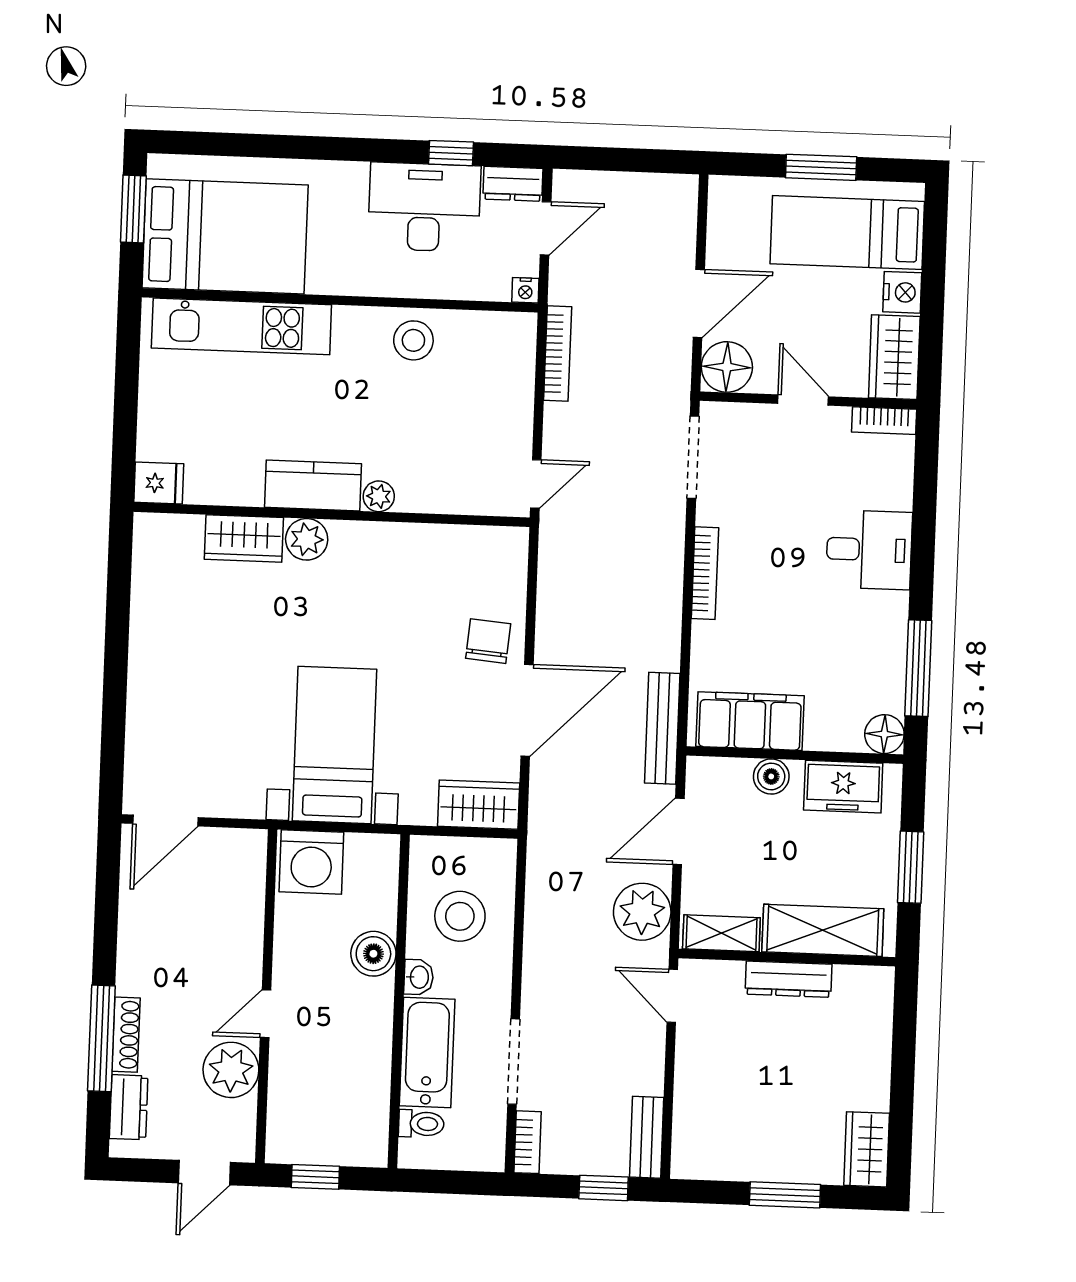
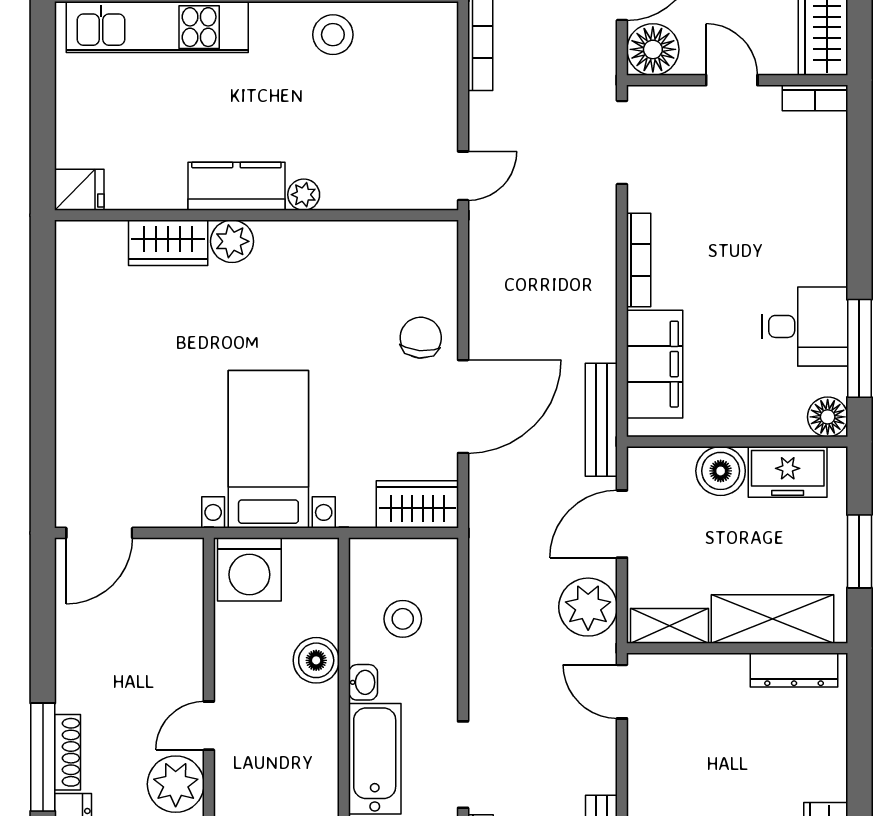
desk: (869, 550) -> (805, 326), moved
filing cabinet: (750, 721) -> (655, 364), moved, turned 90
boiler: (771, 776) -> (721, 471), width x1.36, depth x1.36
stool: (460, 916) -> (403, 619), width x0.73, depth x0.73
dresser: (789, 979) -> (794, 670), moved

